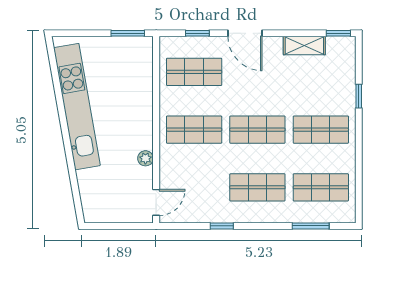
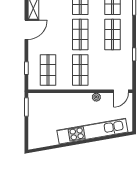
door: (245, 33) -> (26, 30), moved
kitchen unit: (77, 107) -> (92, 131), moved
door: (156, 202) -> (121, 91), swing flipped

